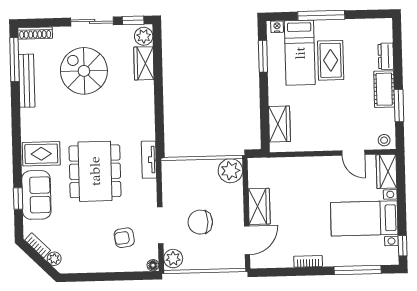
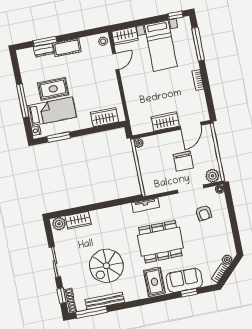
window: (133, 20) -> (62, 296), moved
spiral stairs: (84, 71) -> (106, 266), moved
window: (399, 106) -> (45, 41), moved
plant: (230, 171) -> (139, 143), width x0.53, depth x0.53
door: (247, 240) -> (191, 126), swing flipped

